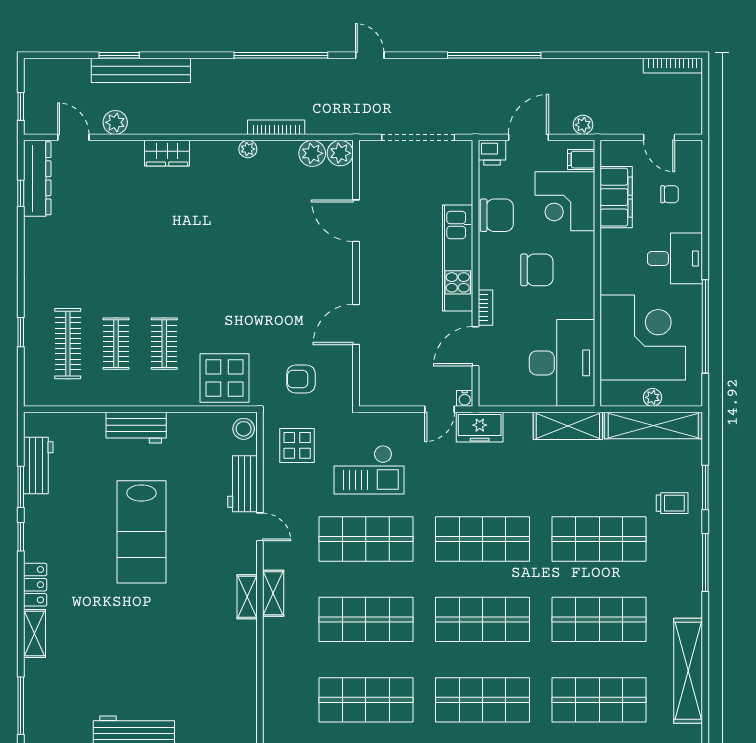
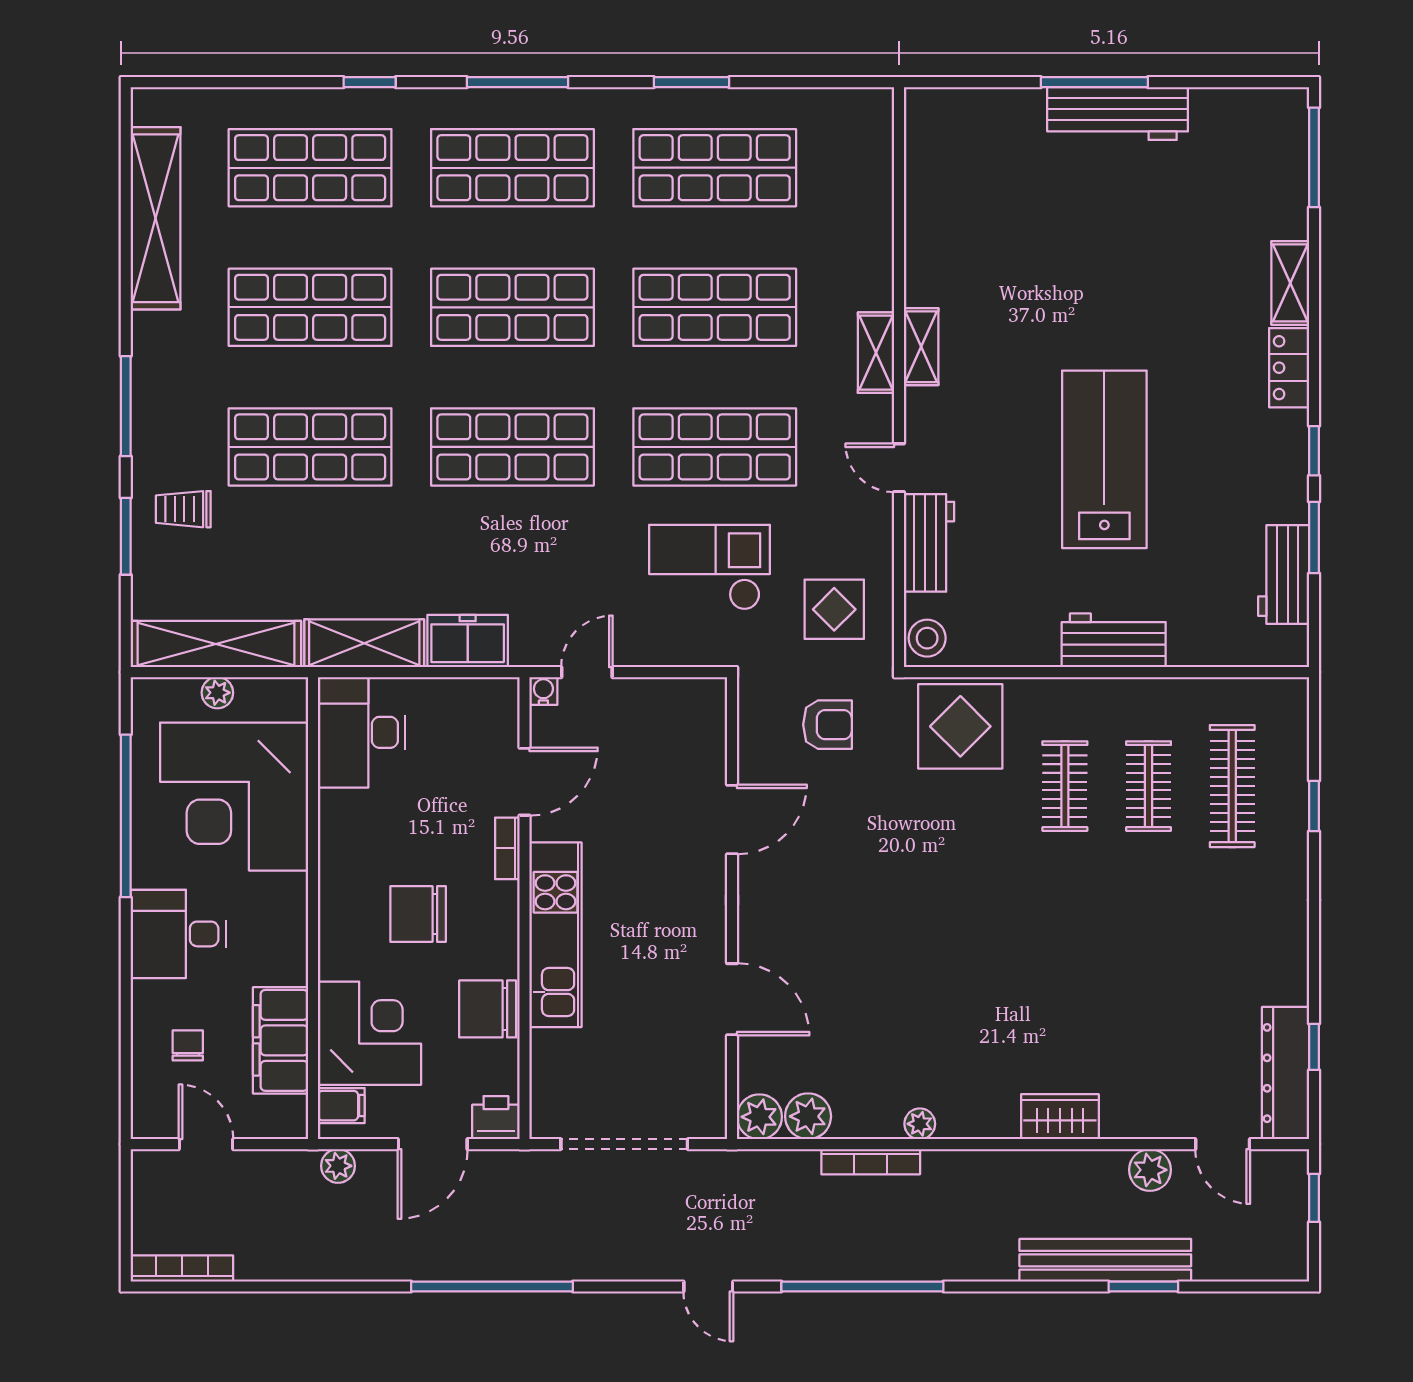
chair: (670, 194) -> (188, 1045), turned 90
desk: (562, 363) -> (361, 732), width x0.73, depth x0.77
freezer: (480, 427) -> (468, 641), moved

